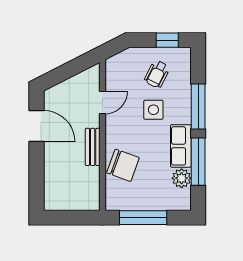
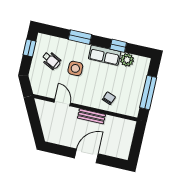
window: (198, 106) -> (80, 37), width x0.69
door: (37, 126) -> (86, 156), moved
window: (198, 162) -> (118, 46), width x0.46
chair: (123, 165) -> (109, 98), width x0.54, depth x0.54

